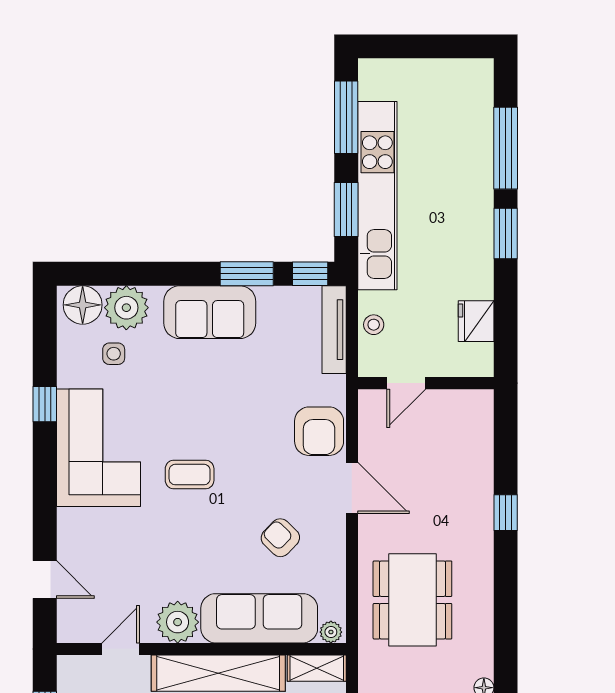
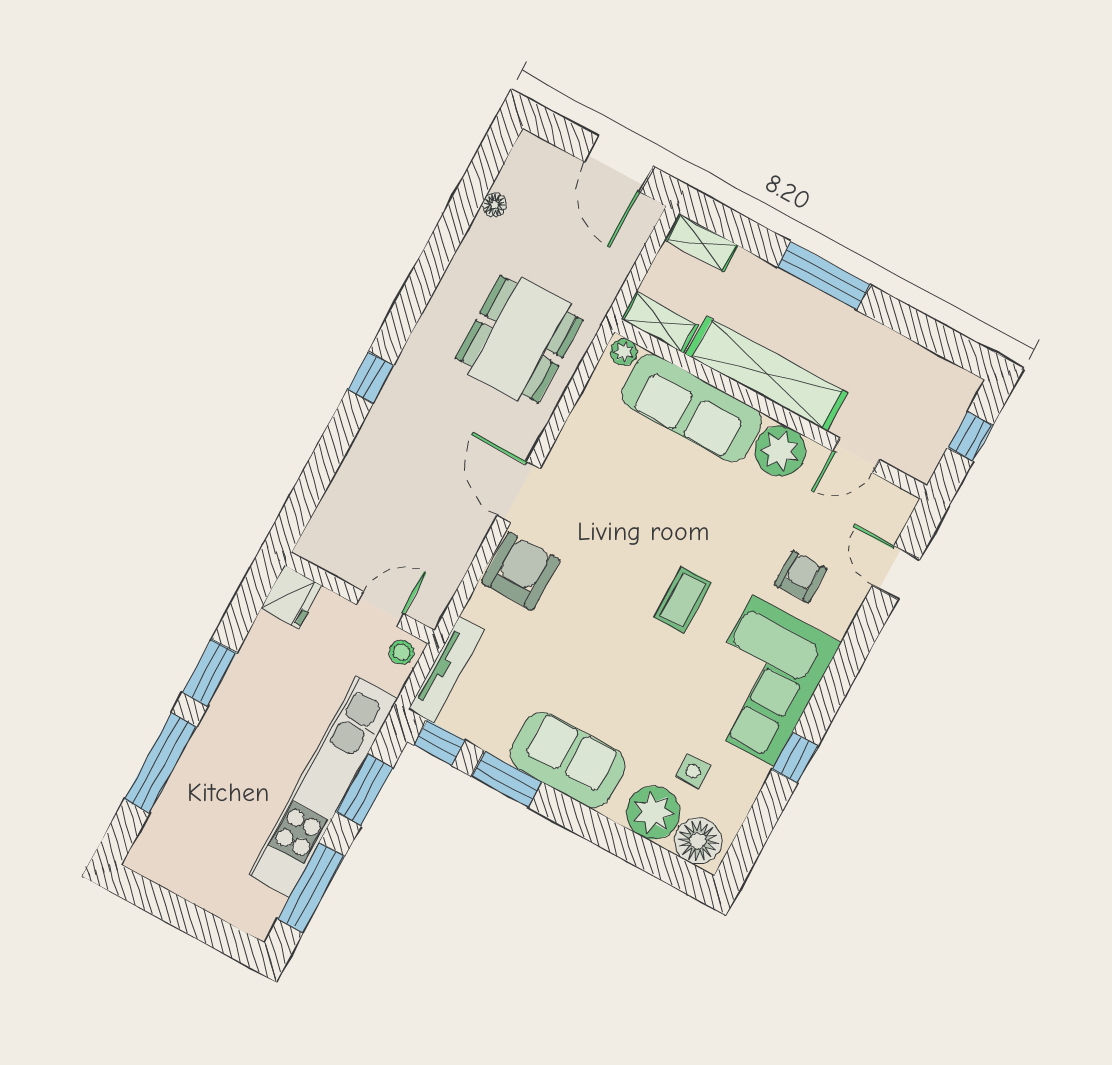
door: (406, 383) -> (380, 609), moved
wall: (426, 383) -> (360, 598), moved
coffee table: (190, 475) -> (683, 600), turned 90
armchair: (280, 538) -> (801, 577), moved, turned -134

